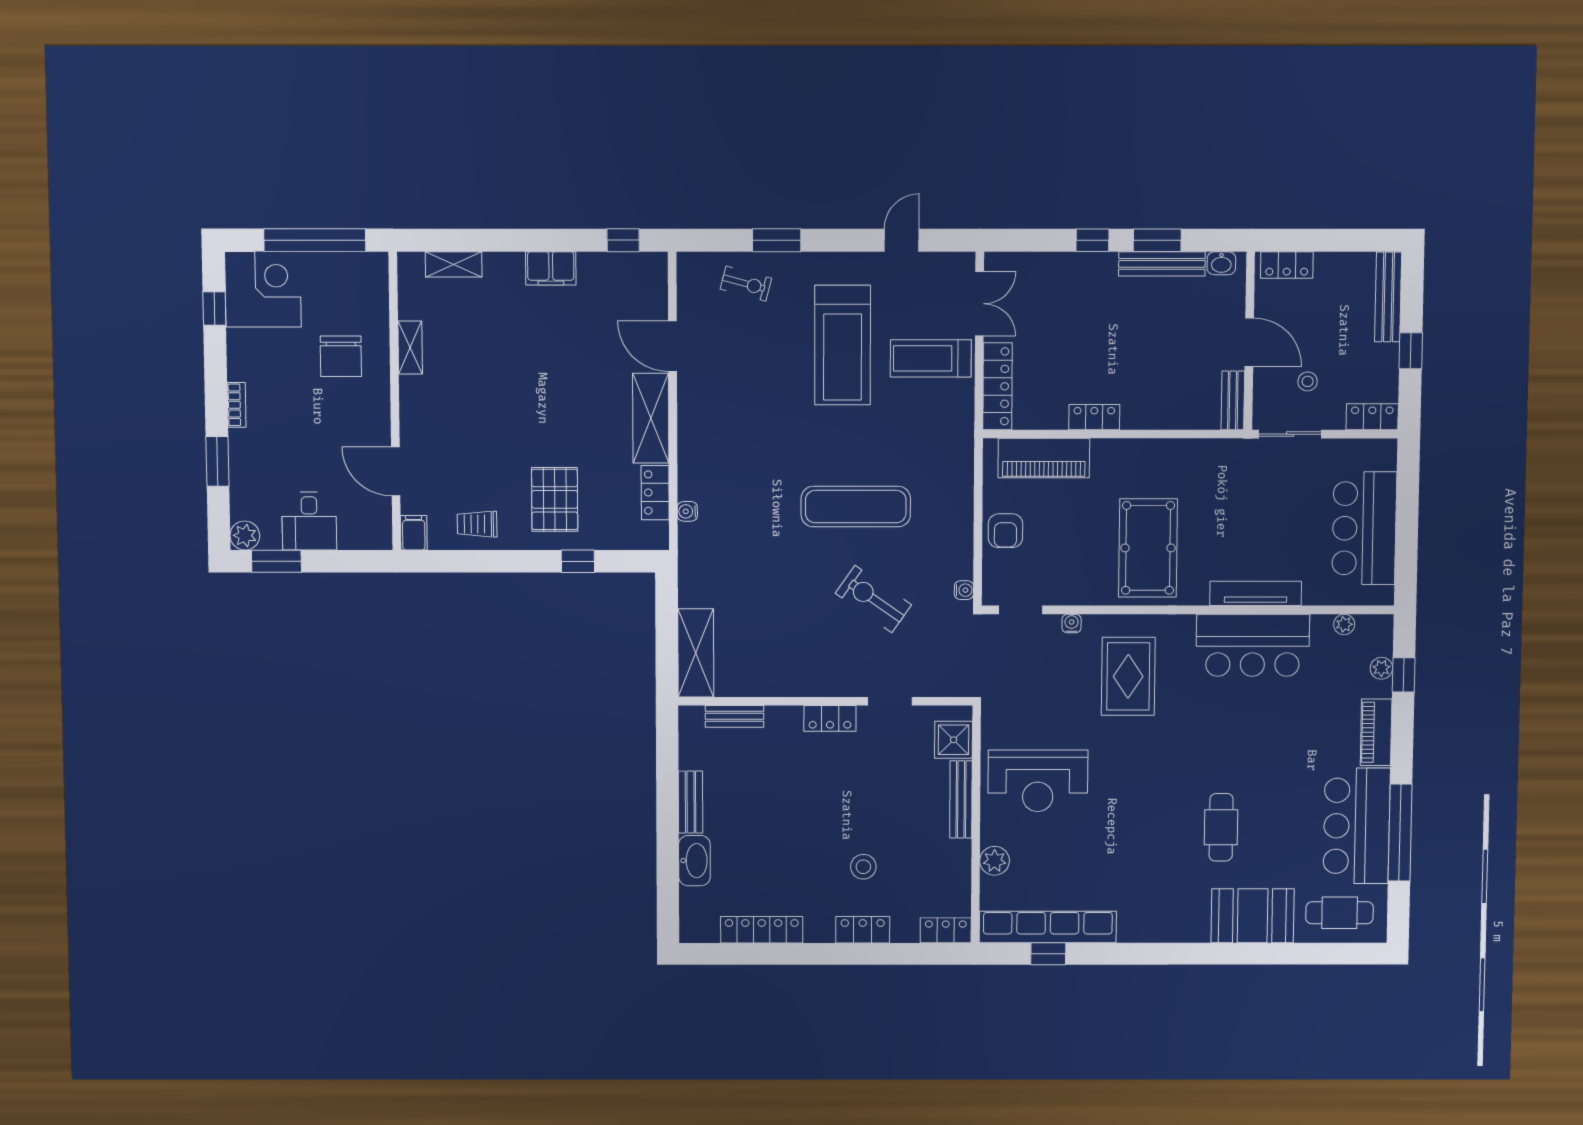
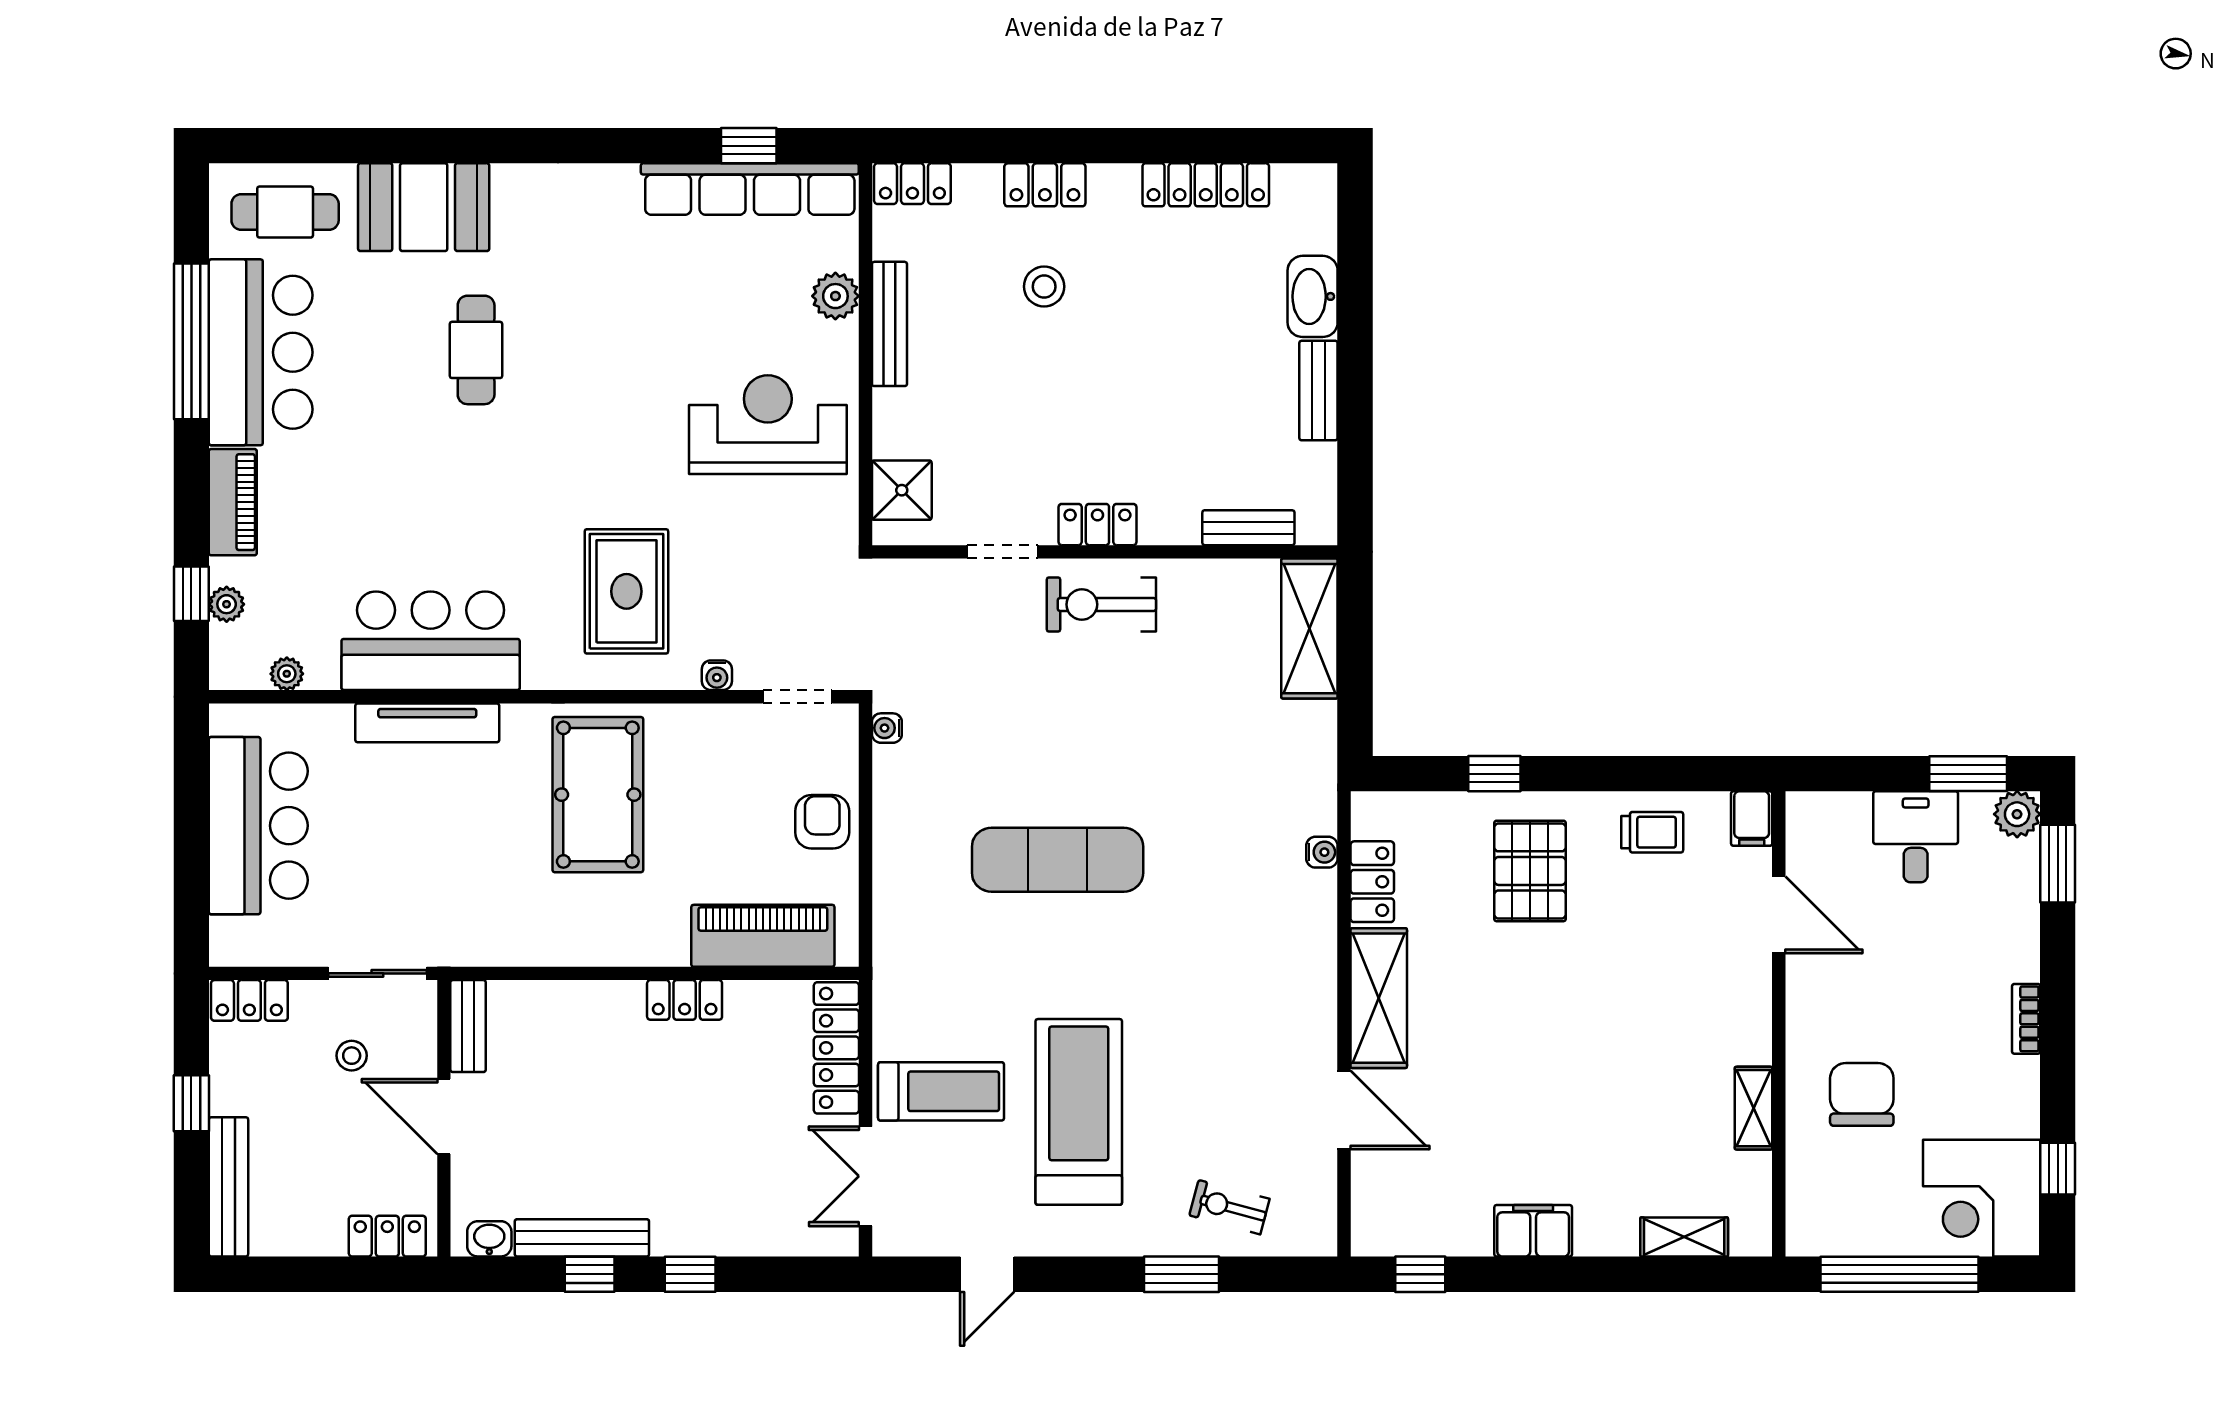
window: (1157, 240) -> (590, 1274), width x0.67
window: (217, 461) -> (2058, 864), moved
exercise bike: (873, 599) -> (1101, 604), moved, turned 145
bench: (961, 799) -> (889, 324), moved

